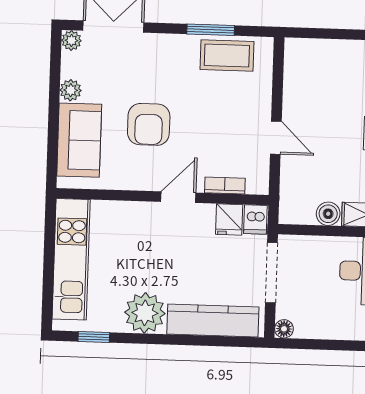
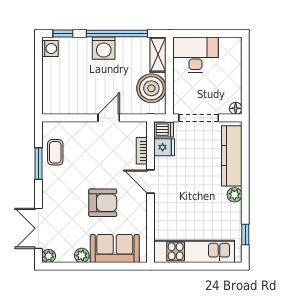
coffee table: (227, 55) -> (55, 152), width x0.73, depth x0.77
boiler: (328, 214) -> (151, 88), width x1.86, depth x1.86
plant: (145, 313) -> (235, 195), width x0.53, depth x0.53

